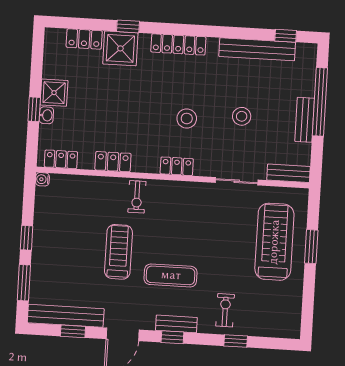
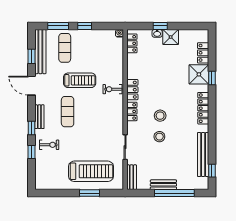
stool: (242, 116) -> (159, 137), moved
locker: (113, 162) -> (132, 90), moved
exercise mat: (62, 274) -> (65, 48), added
window: (172, 337) -> (31, 128), moved

